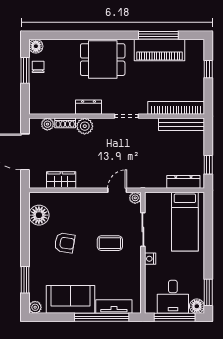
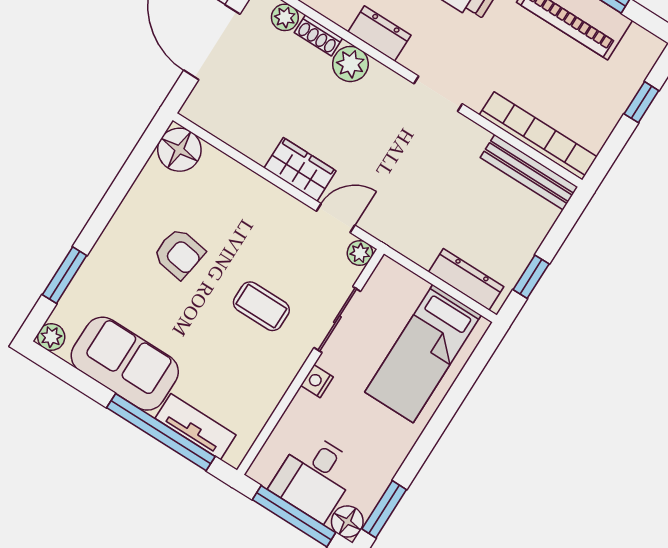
wardrobe: (61, 180) -> (300, 169), moved
floor lamp: (39, 215) -> (179, 150), moved

